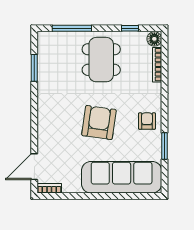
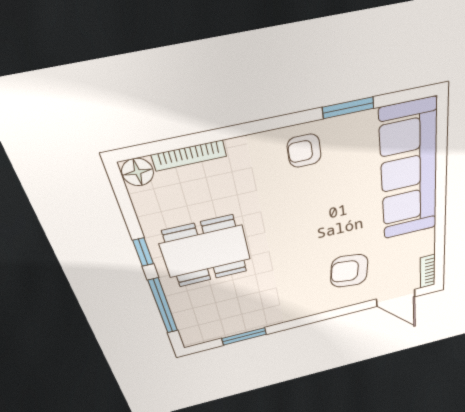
window: (130, 28) -> (143, 252), moved
armchair: (99, 123) -> (349, 271), moved, width x0.73, depth x0.73

